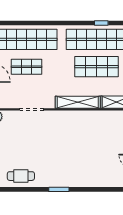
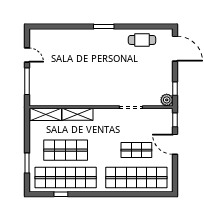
shelving: (78, 102) -> (78, 114), width x0.68

